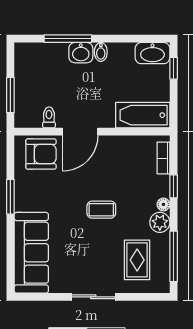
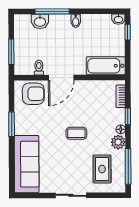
washbasin: (81, 53) -> (40, 21), moved
washbasin: (152, 53) -> (118, 19), width x0.52, depth x0.69

